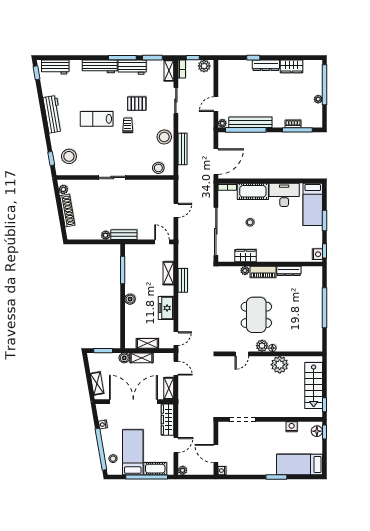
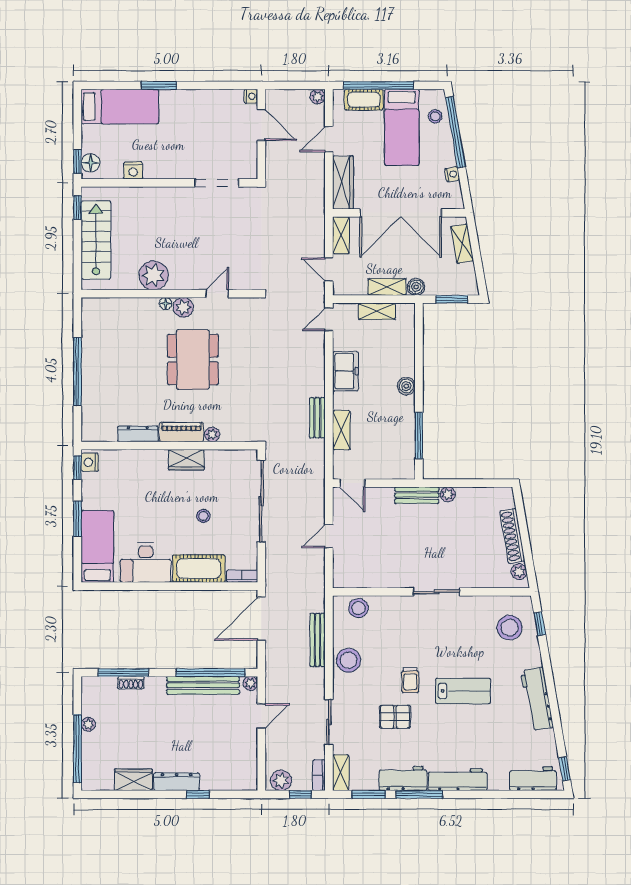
wardrobe: (245, 256) -> (186, 460), moved

